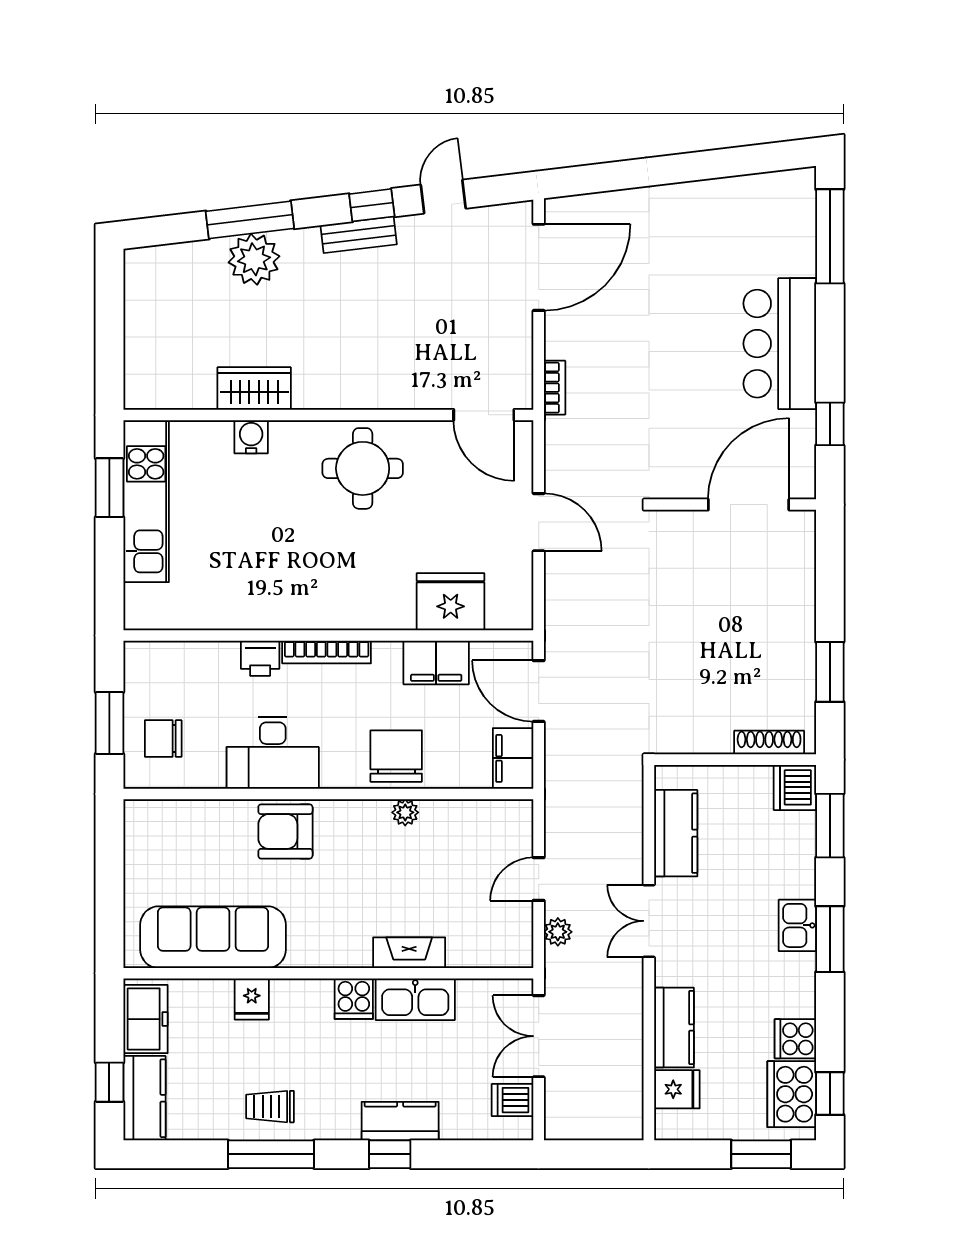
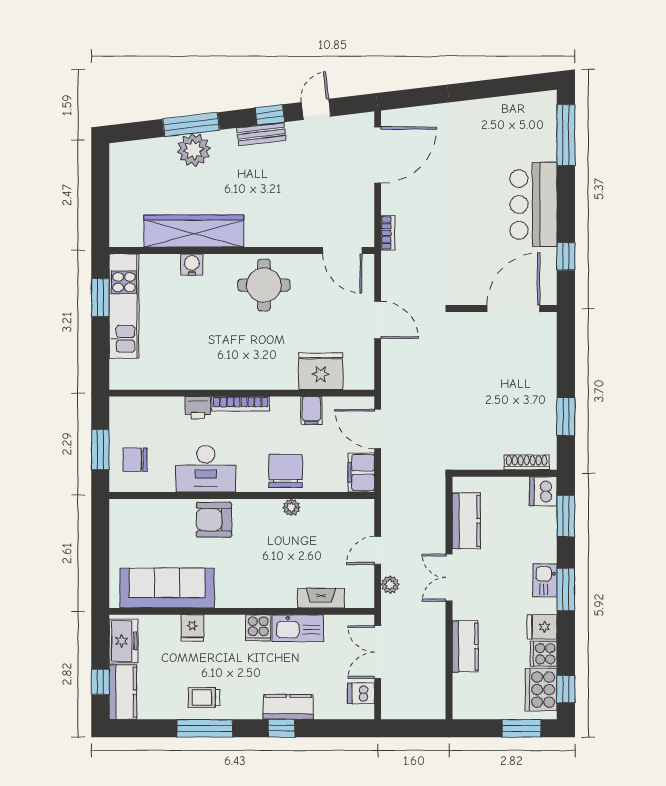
wardrobe: (254, 389) -> (194, 231), width x2.10, depth x1.17
filing cabinet: (436, 663) -> (311, 411), width x0.50
fireplace: (409, 953) -> (321, 598), moved
fridge: (677, 1089) -> (542, 627), moved, turned 180

